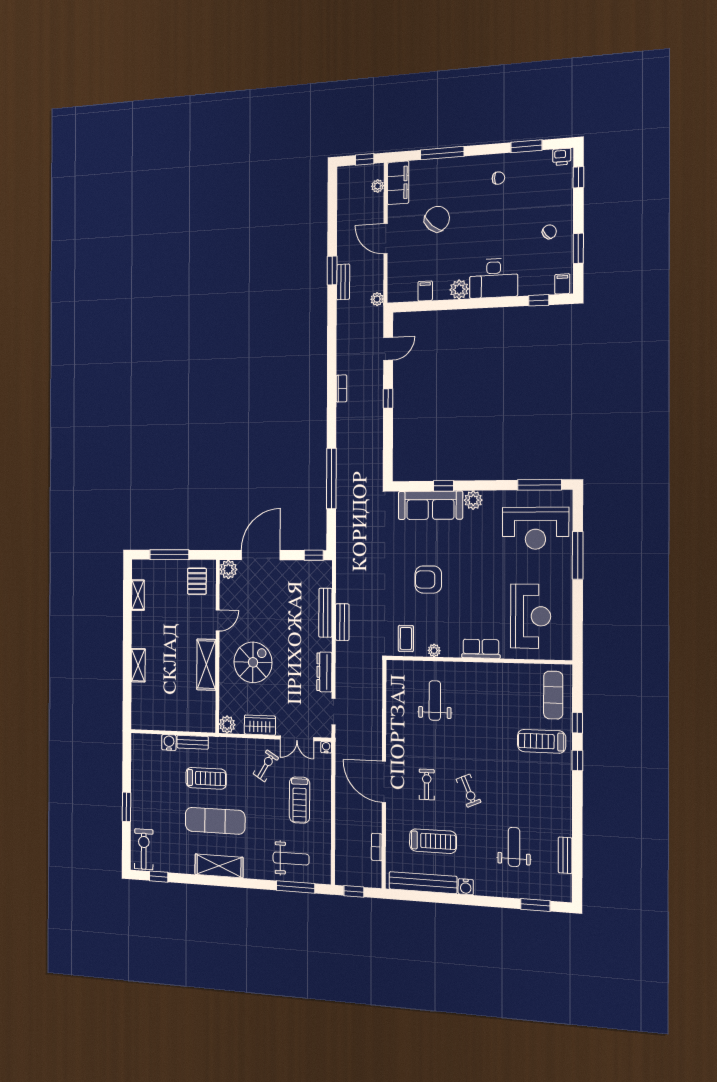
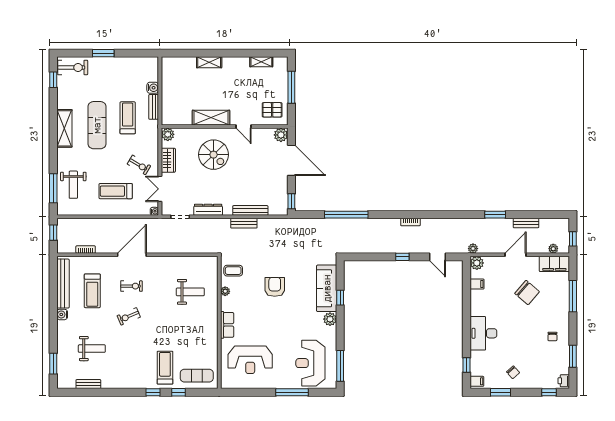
bench: (343, 282) -> (526, 223), moved
plant: (459, 289) -> (477, 263), moved
treadmill: (206, 778) -> (128, 118), turned 180

